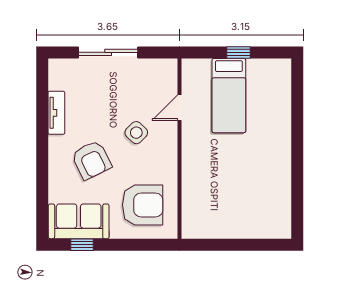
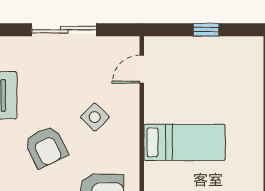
bed: (229, 96) -> (184, 142), moved, turned -90
door: (179, 108) -> (142, 69), moved

